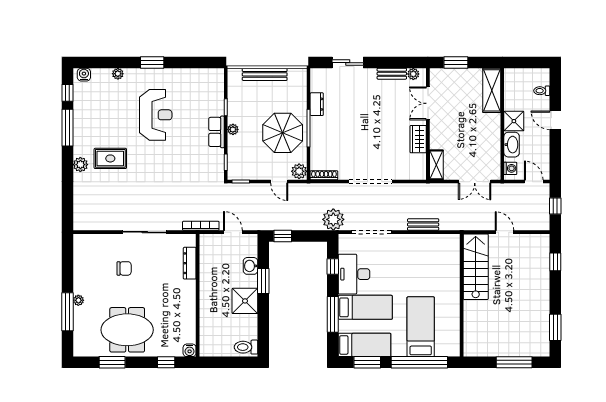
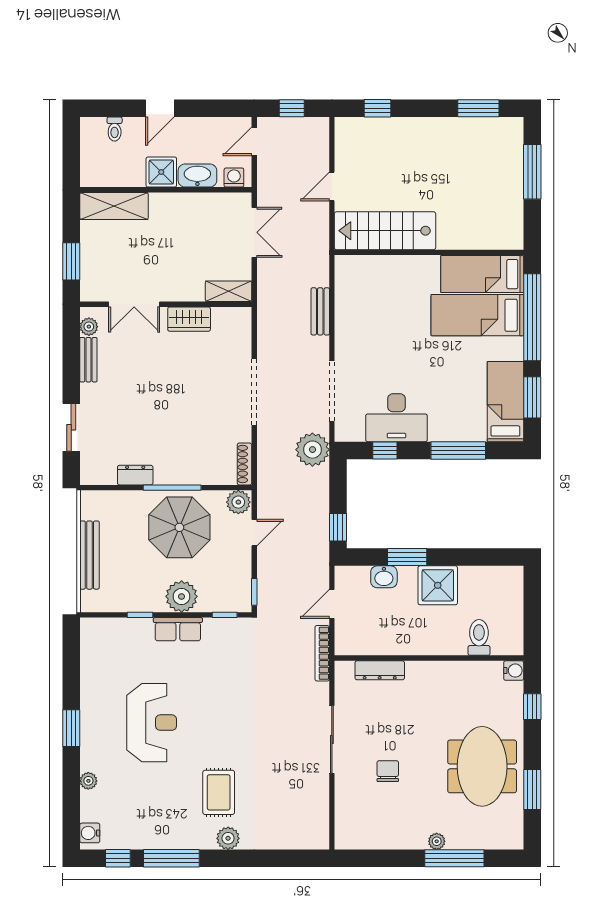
reception desk: (156, 115) -> (152, 723), turned 90
plant: (233, 129) -> (182, 596), width x1.87, depth x1.87
bed: (365, 307) -> (482, 274), moved, turned -90
toilet: (246, 347) -> (479, 637), moved, turned 180

